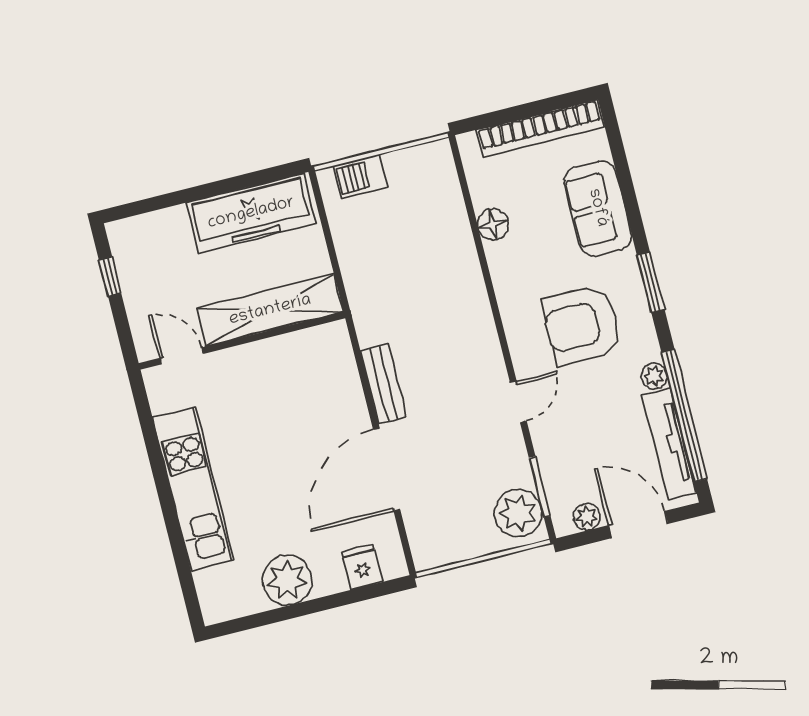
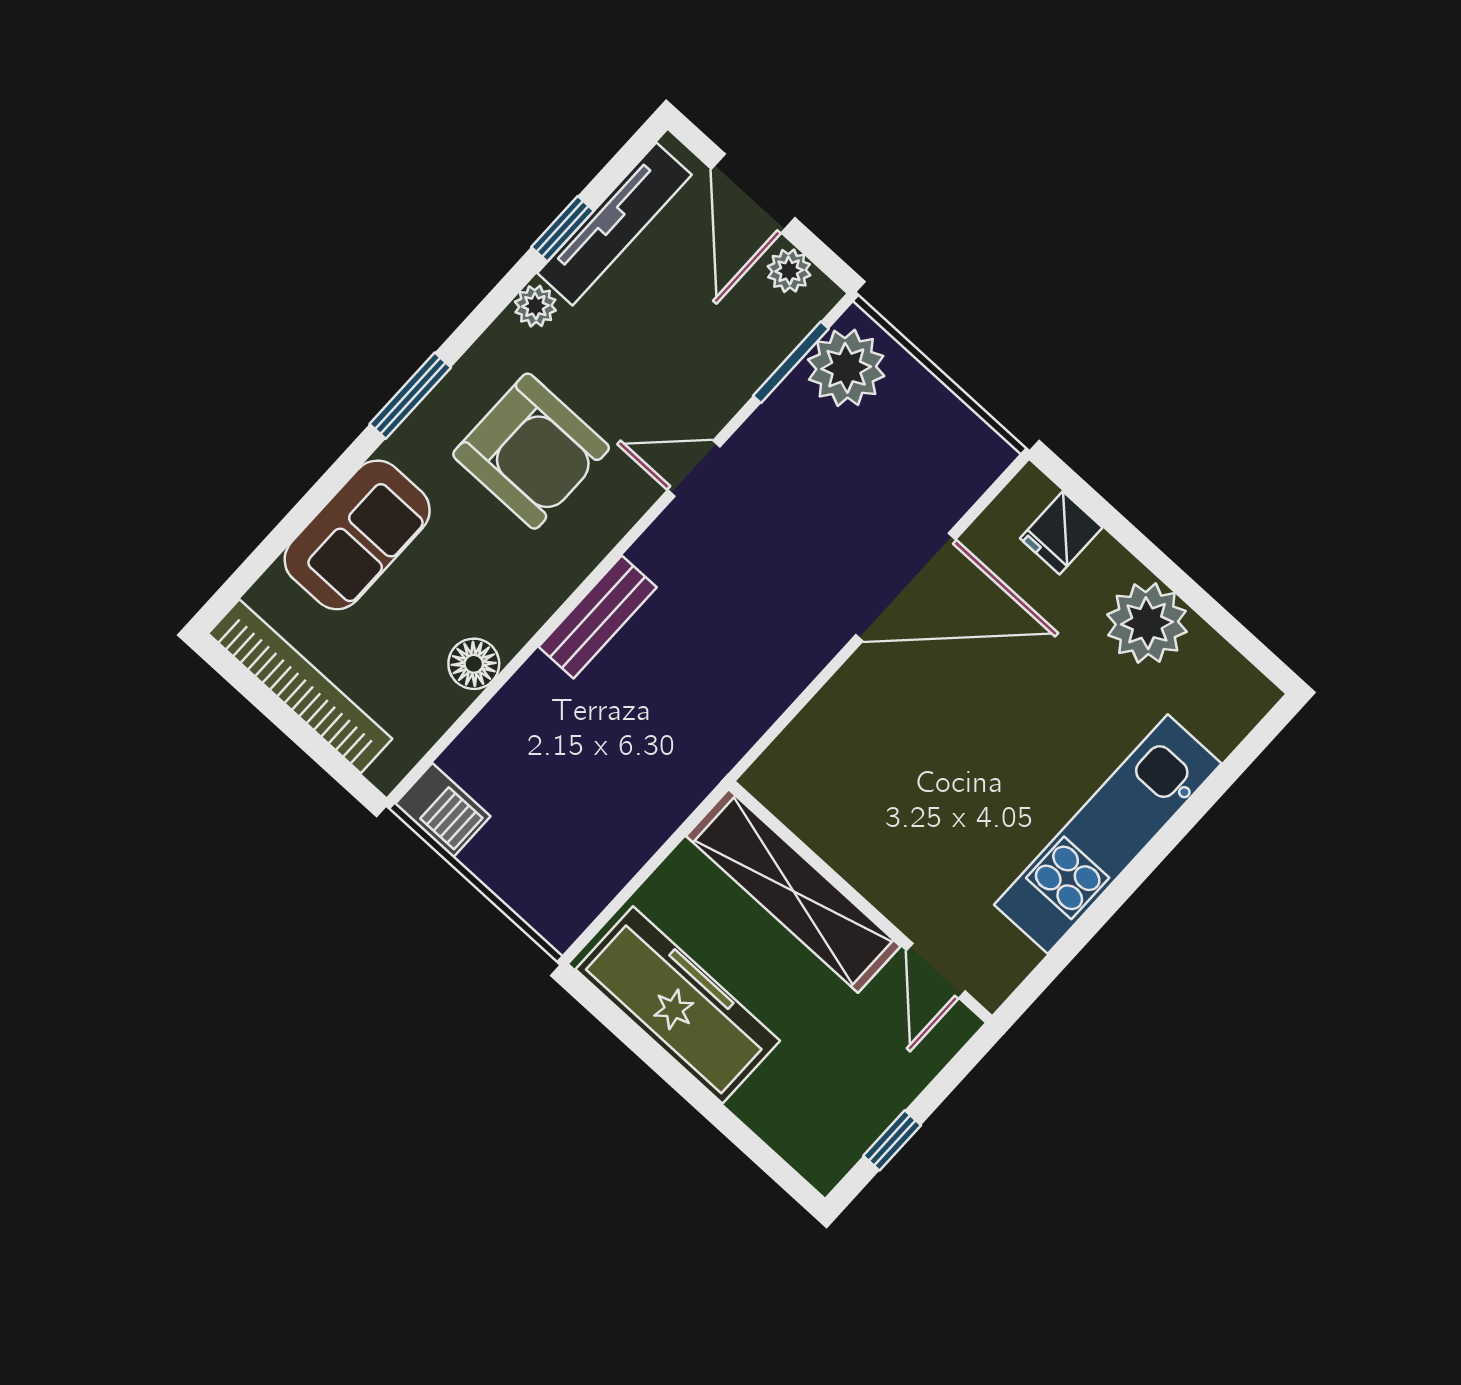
barbecue: (360, 176) -> (443, 810), moved
bench: (383, 384) -> (598, 617), moved
window: (684, 416) -> (563, 229), width x0.32

